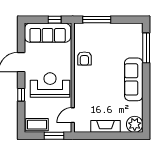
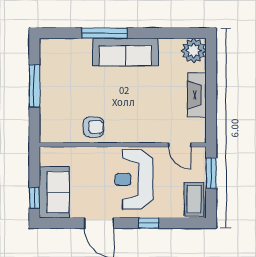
window: (55, 20) -> (34, 198), moved
window: (97, 20) -> (34, 86), moved
sofa: (48, 33) -> (54, 192), width x0.73
window: (146, 48) -> (104, 33), moved

